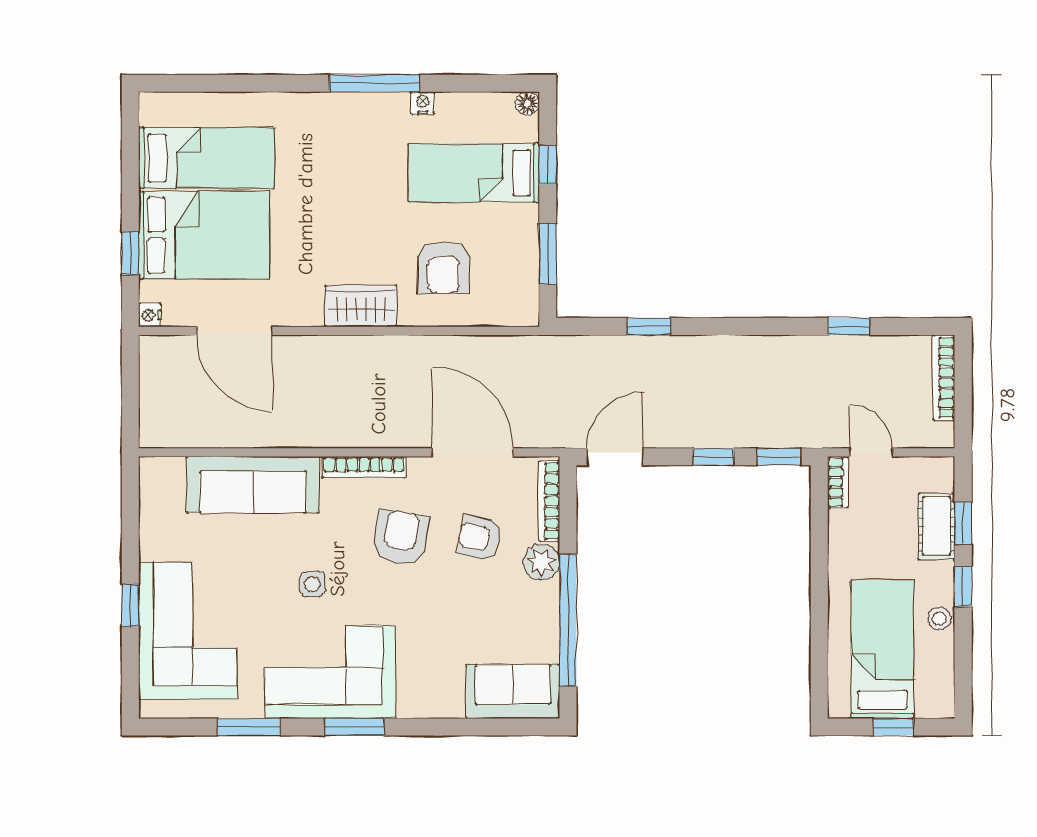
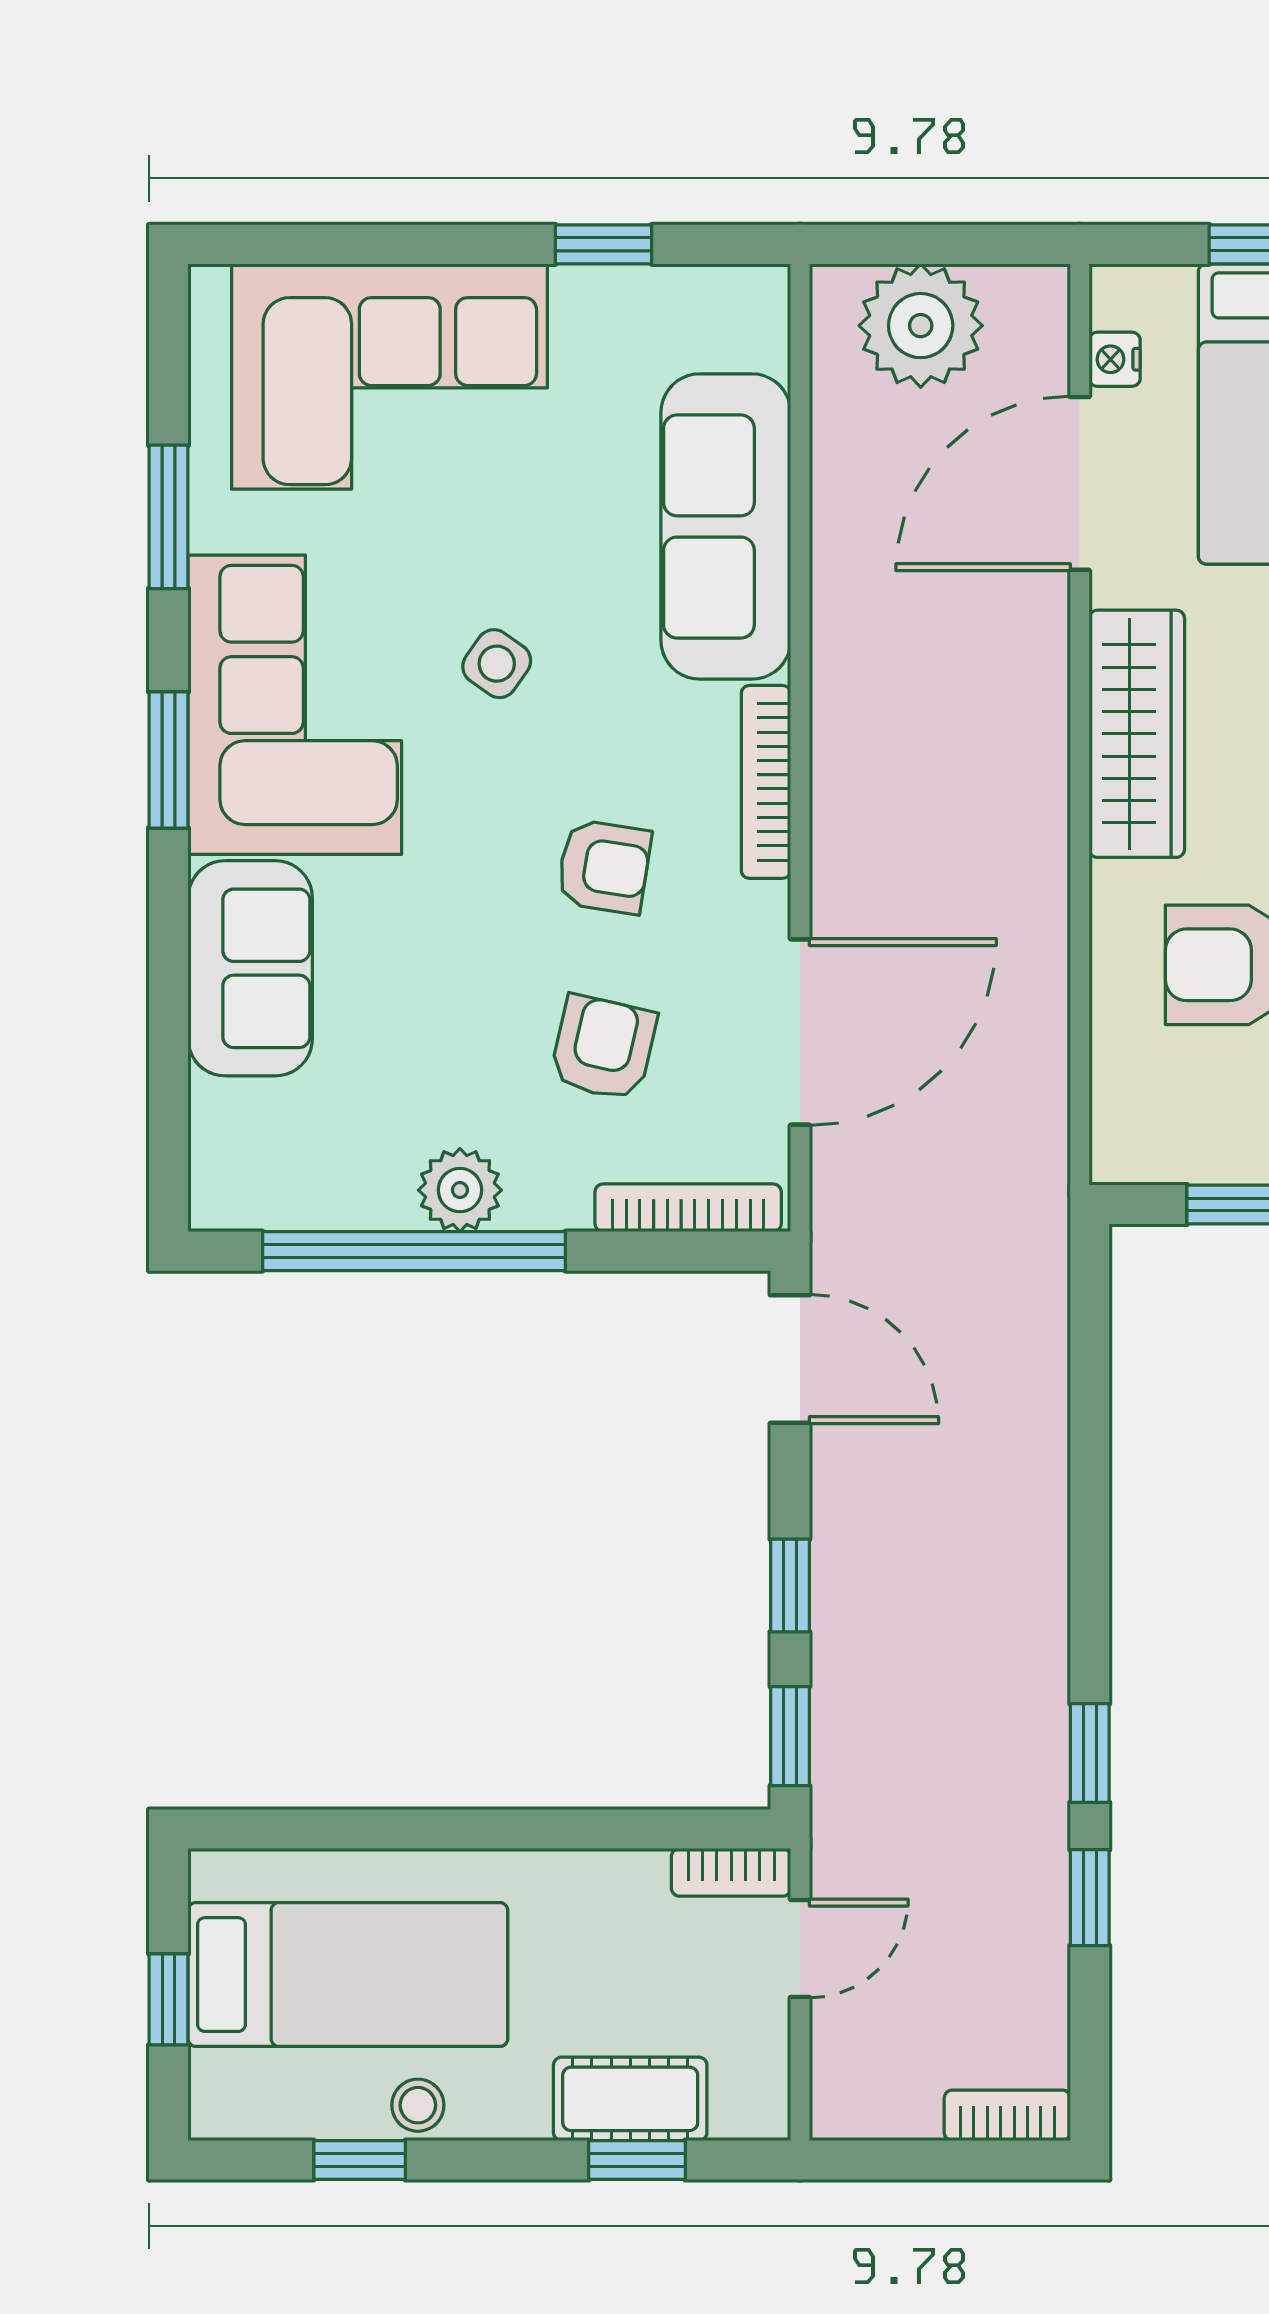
wardrobe: (361, 306) -> (1137, 734), width x1.50
nightstand: (150, 315) -> (1115, 359), moved, turned -90
window: (649, 326) -> (1090, 1753), moved
bookcase: (944, 378) -> (1007, 2115), width x0.64
plant: (166, 400) -> (921, 326), added
armchair: (401, 538) -> (604, 867), width x0.72, depth x0.72
plant: (541, 562) -> (460, 1190), moved
side table: (313, 584) -> (497, 664), turned 35
window: (963, 587) -> (360, 2160), moved
window: (130, 606) -> (604, 244), moved
sofa: (513, 691) -> (250, 968), moved

